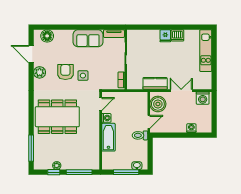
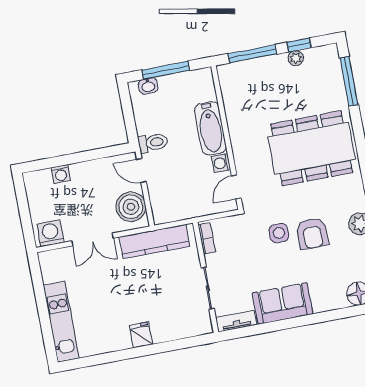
dishwasher: (177, 35) -> (119, 340), removed
kitchen counter: (155, 83) -> (154, 242), width x1.50
door: (149, 122) -> (141, 171), hinge flipped

